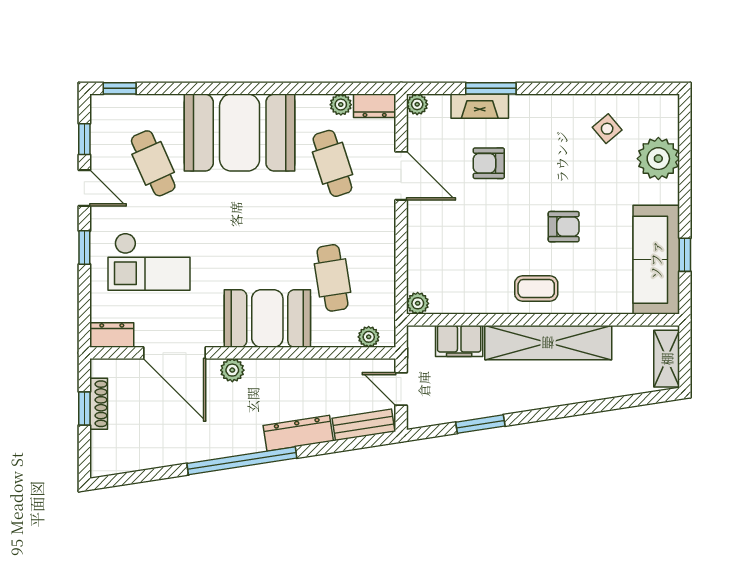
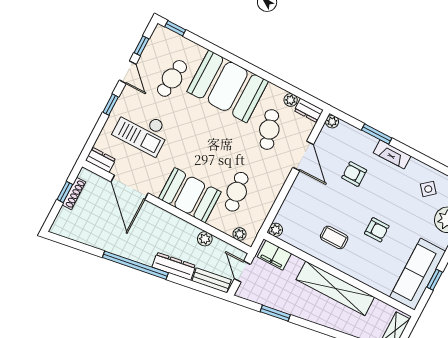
fireplace: (480, 106) -> (392, 154), moved
cafe table: (153, 163) -> (172, 78), turned 30
coffee table: (536, 288) -> (334, 237), moved
filing cabinet: (459, 341) -> (274, 255), moved
plant: (232, 370) -> (205, 239), moved

